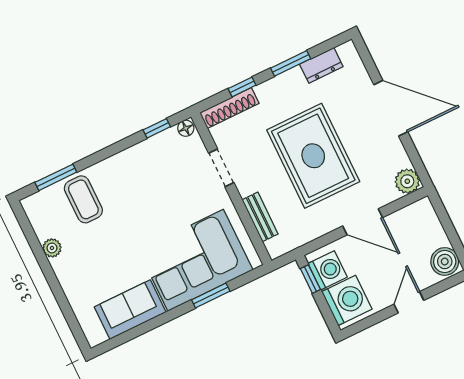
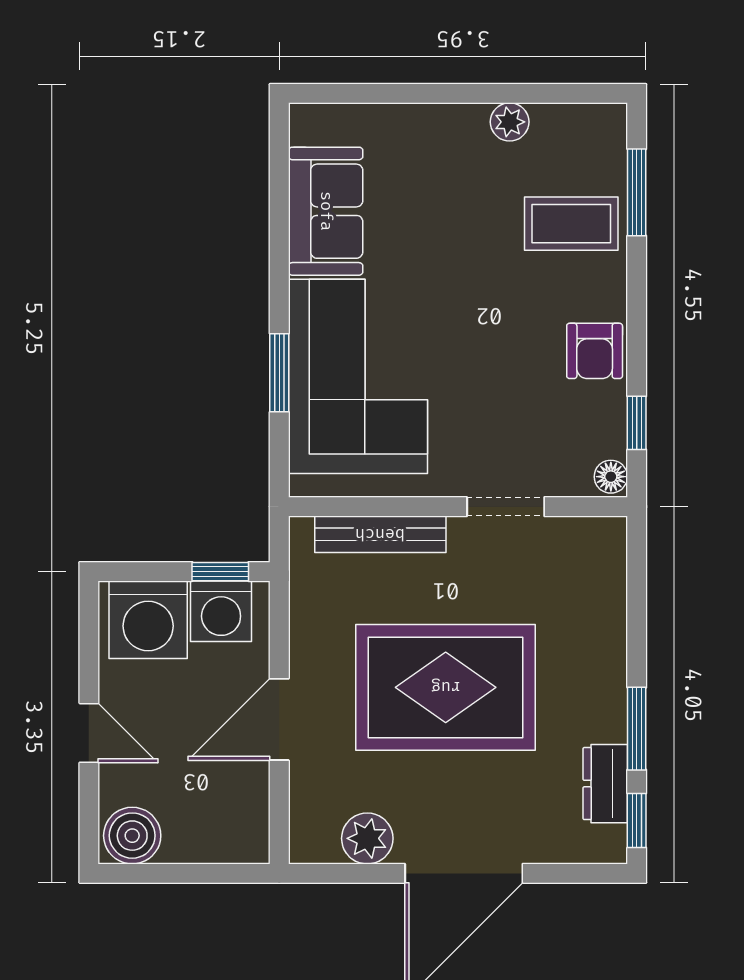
window: (242, 87) -> (637, 820), moved
shoe rack: (229, 108) -> (609, 575), removed
armchair: (134, 162) -> (595, 351), added
plant: (407, 181) -> (367, 838), moved
bench: (260, 217) -> (380, 534), width x1.36

